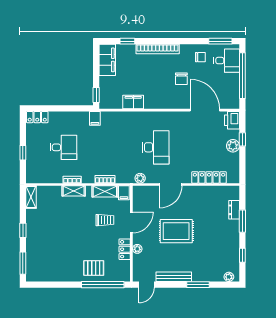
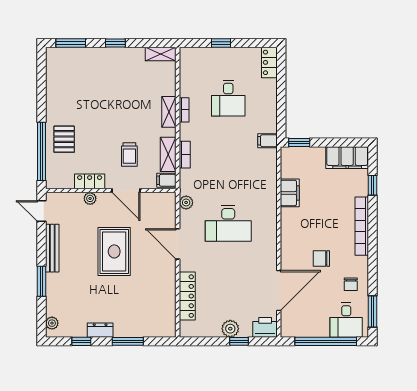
dresser: (234, 210) -> (100, 330), moved

